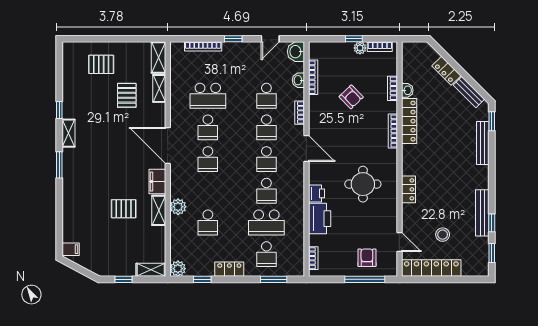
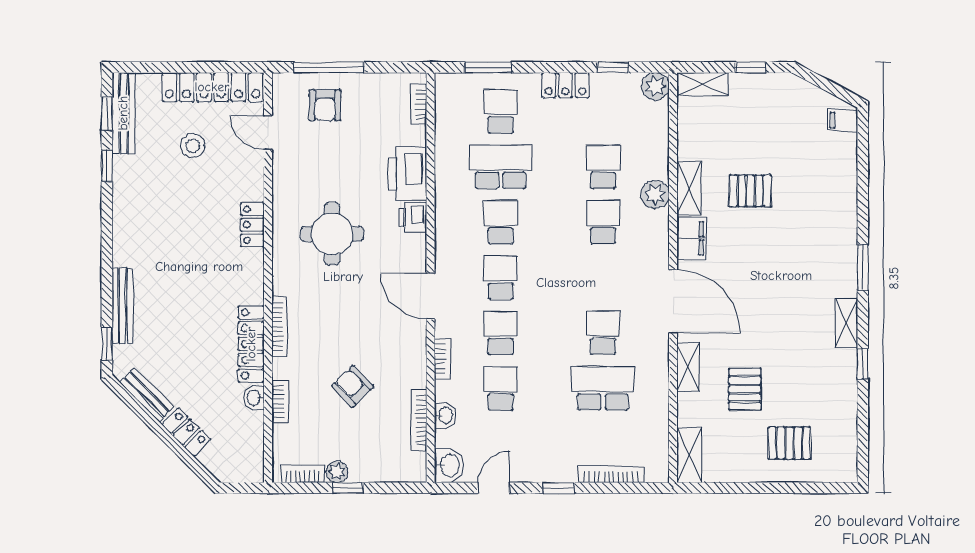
shelving: (159, 88) -> (688, 367), moved
school desk: (208, 159) -> (603, 222), moved
bench: (482, 213) -> (123, 113), moved

